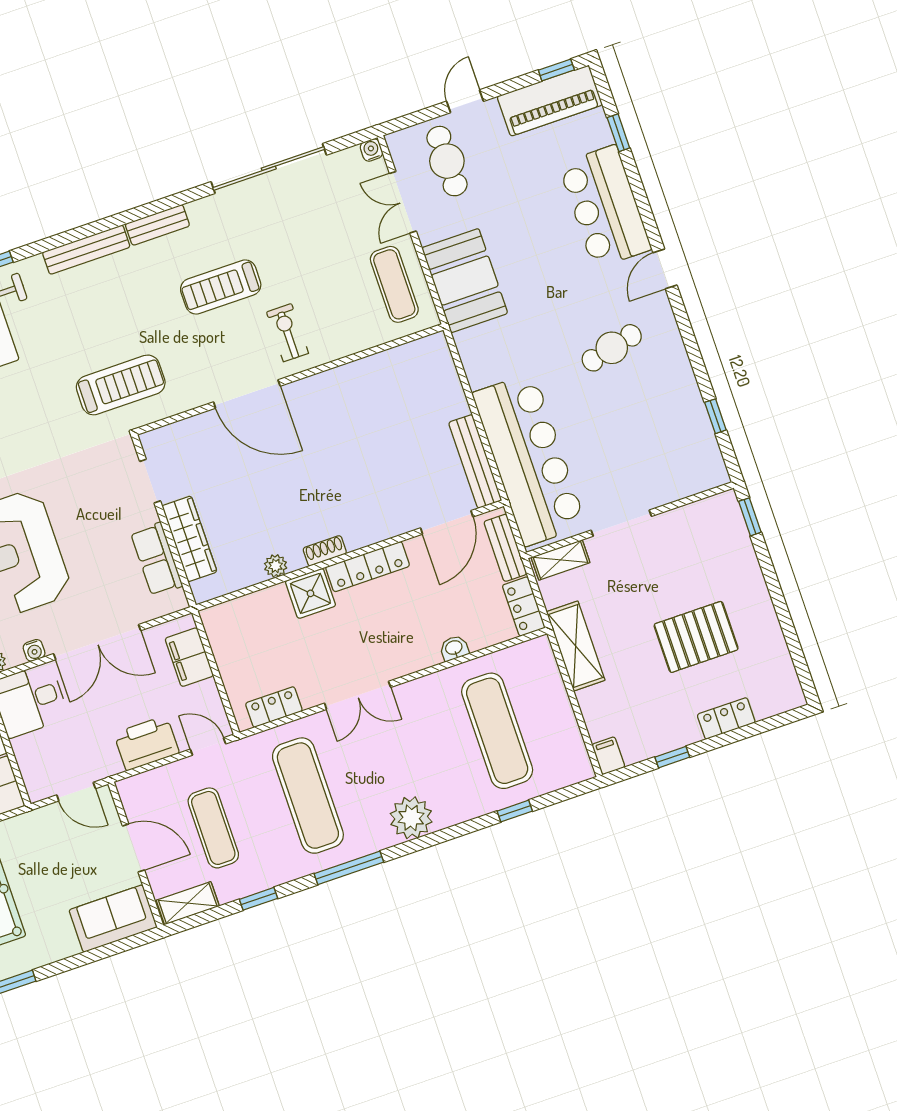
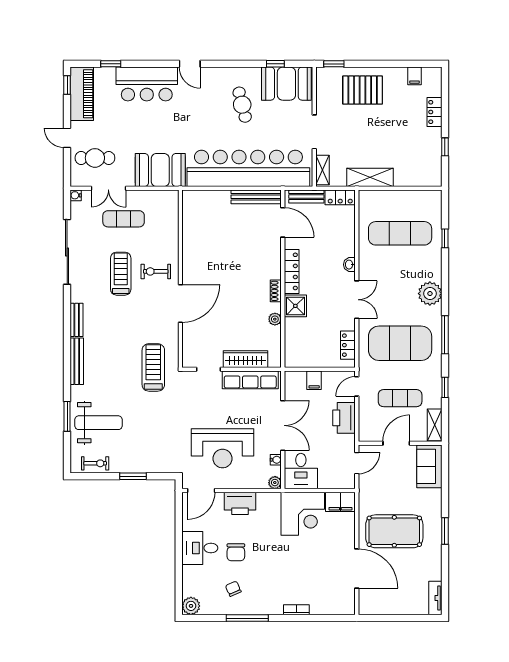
exercise mat: (394, 284) -> (124, 219), moved
treadmill: (221, 287) -> (121, 274), moved, turned 180
cafe table: (612, 348) -> (242, 105), moved
booth: (688, 447) -> (286, 84), added
bar counter: (529, 459) -> (248, 168), width x1.36
row of seats: (157, 559) -> (250, 380), width x1.48
pallet: (696, 637) -> (363, 90), moved, turned 90
washbasin: (454, 648) -> (349, 265), moved
filing cabinet: (189, 657) -> (314, 380), width x0.50
filing cabinet: (608, 756) -> (415, 76), moved, turned -90
exercise mat: (308, 796) -> (400, 343), width x1.47

